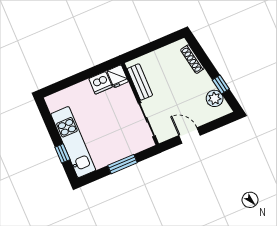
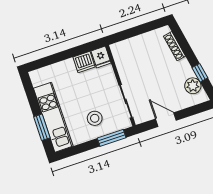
bench: (140, 82) -> (122, 64), removed
stool: (116, 140) -> (95, 118), added
window: (62, 153) -> (42, 127), width x1.50
window: (122, 164) -> (112, 138), moved

